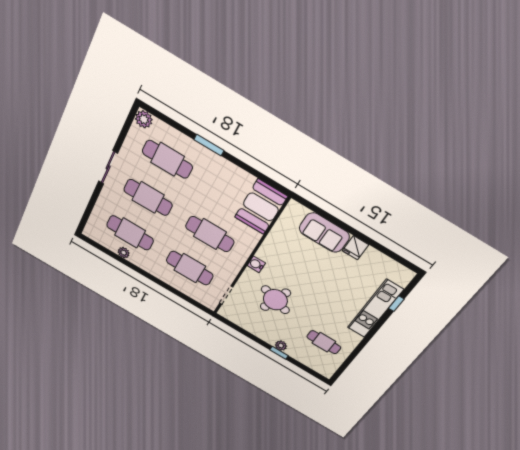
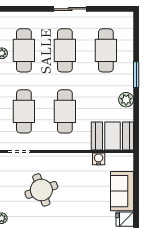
plant: (144, 119) -> (126, 100), moved
water cooler: (256, 264) -> (99, 159), moved
round table: (275, 300) -> (41, 190), turned -38

